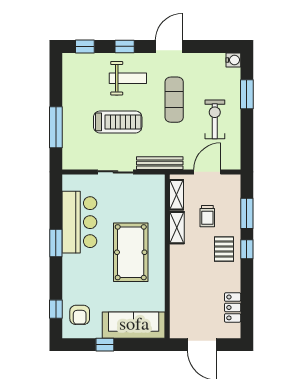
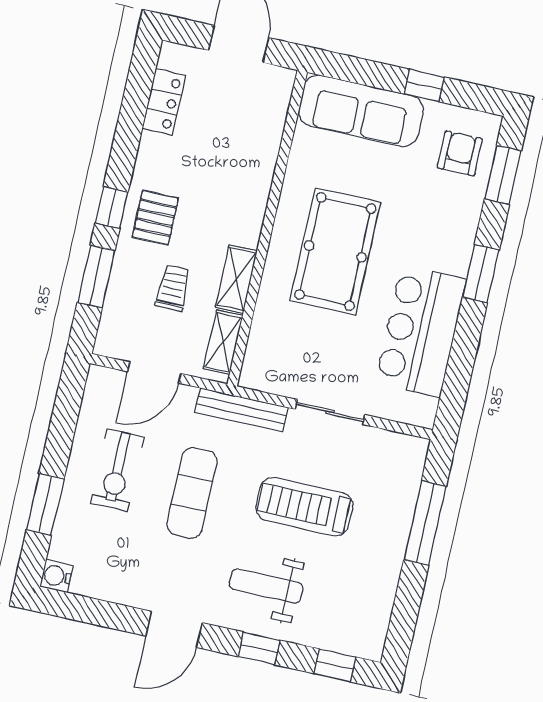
exercise mat: (174, 100) -> (192, 493), moved
window: (56, 243) -> (481, 274), moved
window: (56, 309) -> (503, 175), width x1.50

